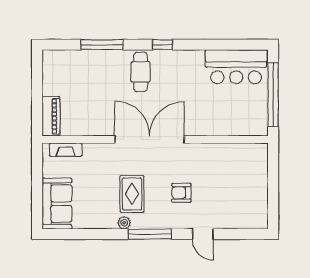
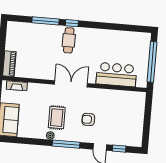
window: (163, 45) -> (72, 23), moved
bar counter: (236, 67) -> (116, 75), moved, turned 180
double door: (150, 139) -> (71, 84), width x0.73
window: (233, 234) -> (119, 149), added

